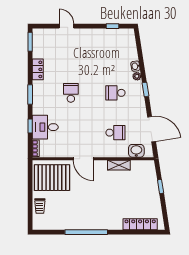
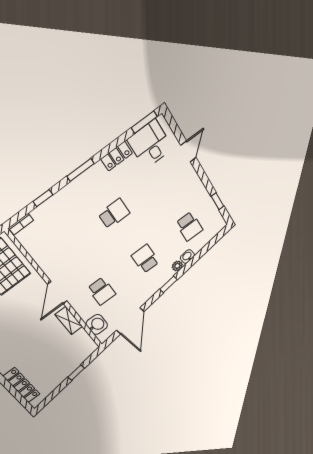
school desk: (115, 53) -> (189, 226), added
desk: (45, 127) -> (150, 144), moved
door: (83, 159) -> (57, 293), moved

